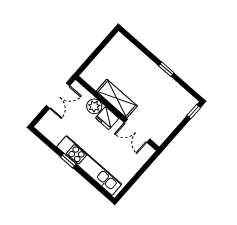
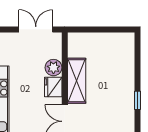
double door: (58, 96) -> (36, 29), swing flipped

